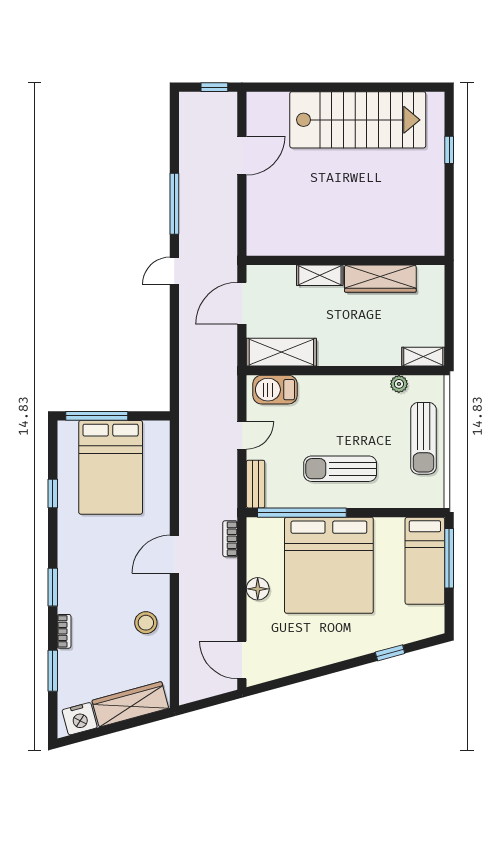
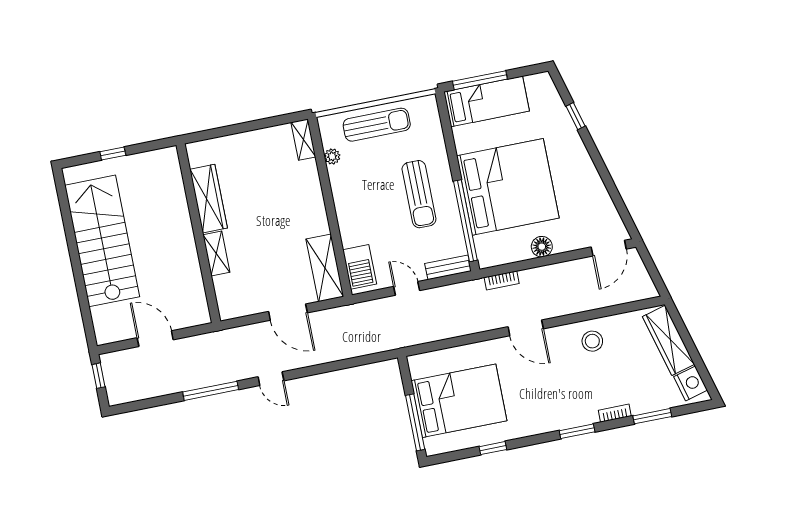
wall: (345, 260) -> (198, 233), moved
shelving: (320, 275) -> (216, 254), moved
wardrobe: (380, 279) -> (209, 199), moved

